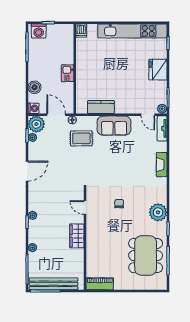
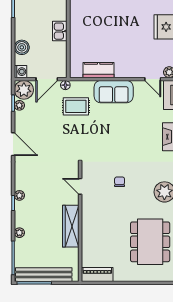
door: (56, 115) -> (47, 79), swing flipped
door: (27, 171) -> (13, 144), hinge flipped
wardrobe: (77, 236) -> (71, 226), width x1.50

